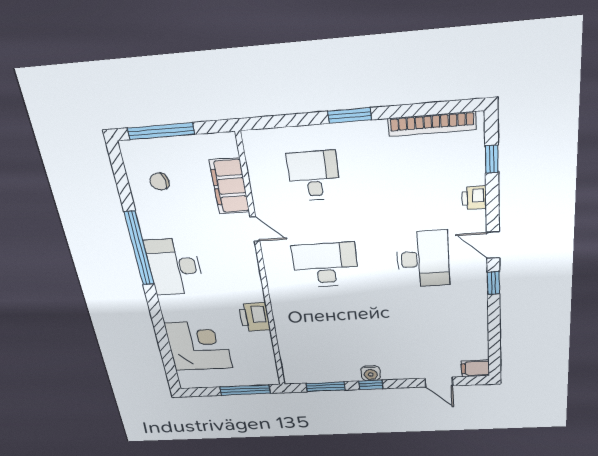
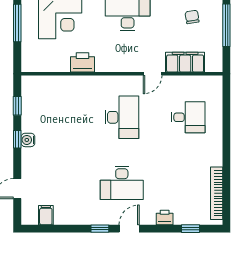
window: (349, 116) -> (226, 144), removed
filing cabinet: (475, 368) -> (46, 215), moved
window: (325, 387) -> (17, 106), width x0.67
window: (245, 390) -> (17, 23), moved

